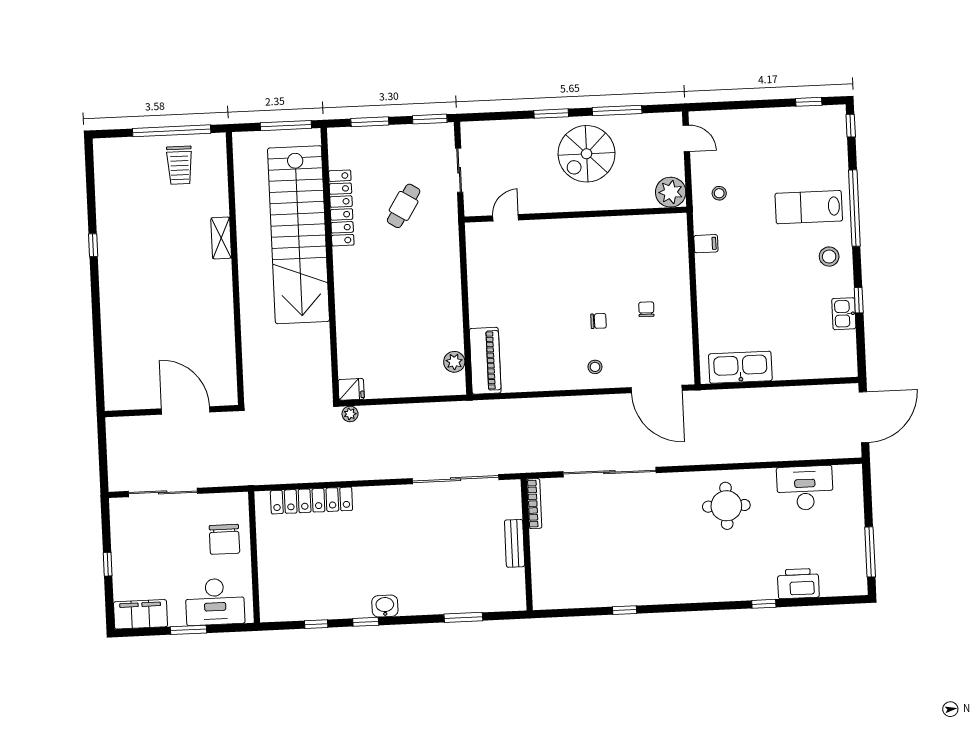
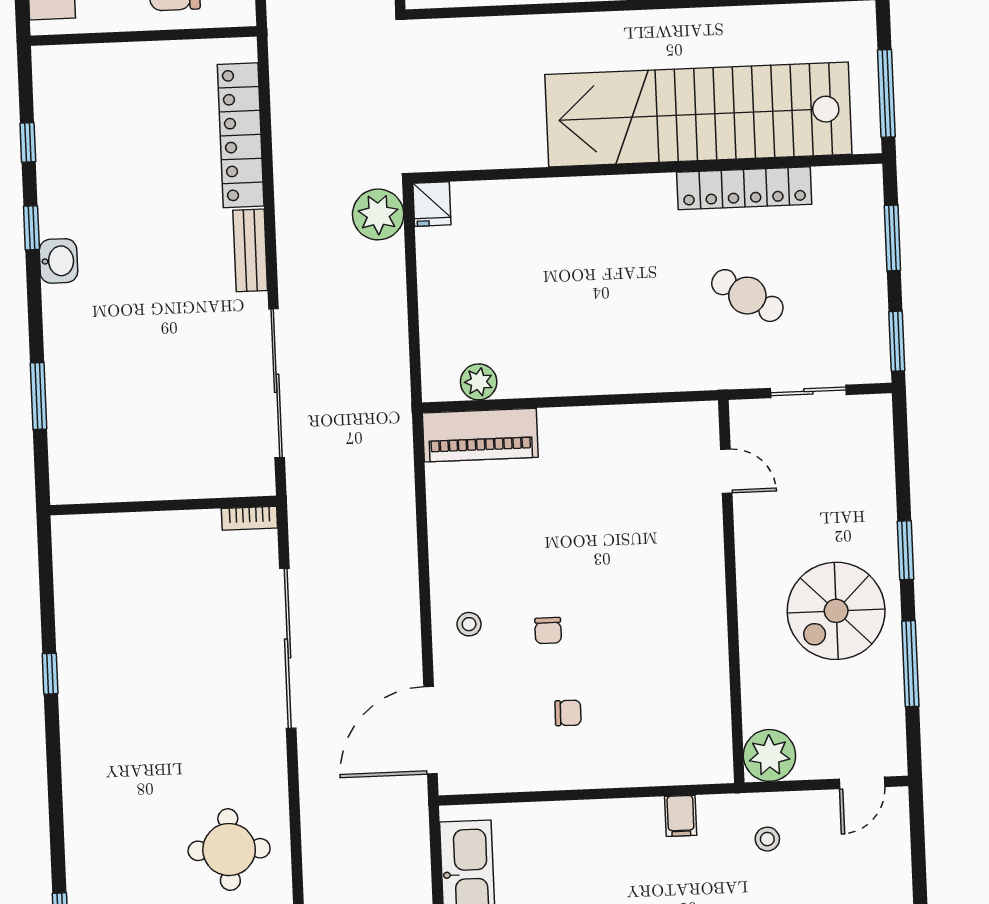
spiral stairs: (587, 154) -> (836, 611), turned -90
plant: (350, 414) -> (378, 214), width x1.88, depth x1.88
bookcase: (534, 504) -> (249, 518), width x0.64
bench: (515, 543) -> (250, 250), moved, turned 90

